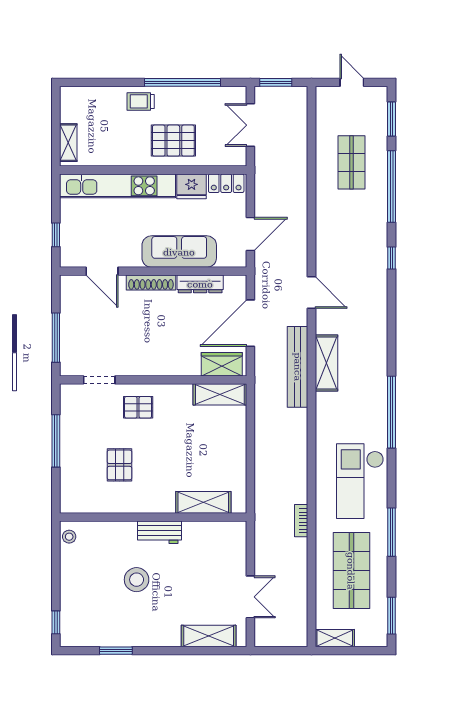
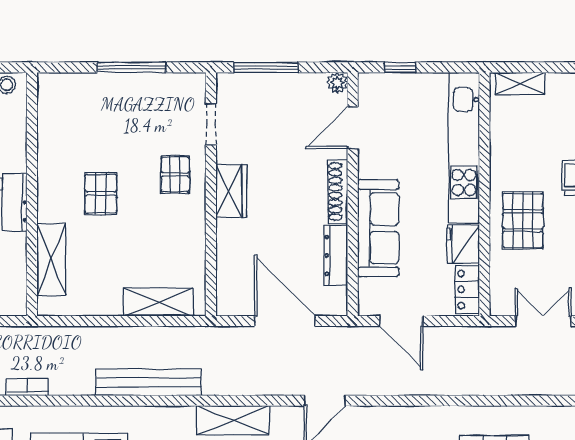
plant: (68, 283) -> (337, 83), added
wardrobe: (222, 364) -> (231, 191), moved
bench: (298, 367) -> (148, 382), moved
shelving: (220, 394) -> (158, 302), moved, turned 90
pallet: (119, 465) -> (101, 194), moved, turned 90

